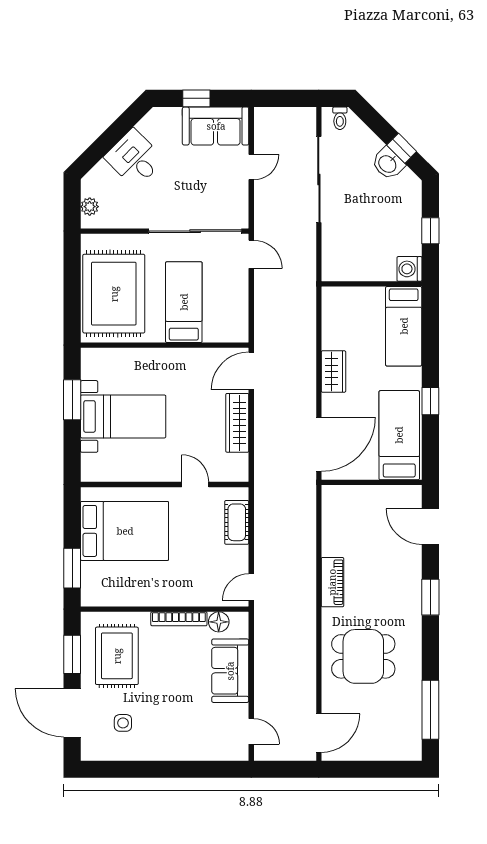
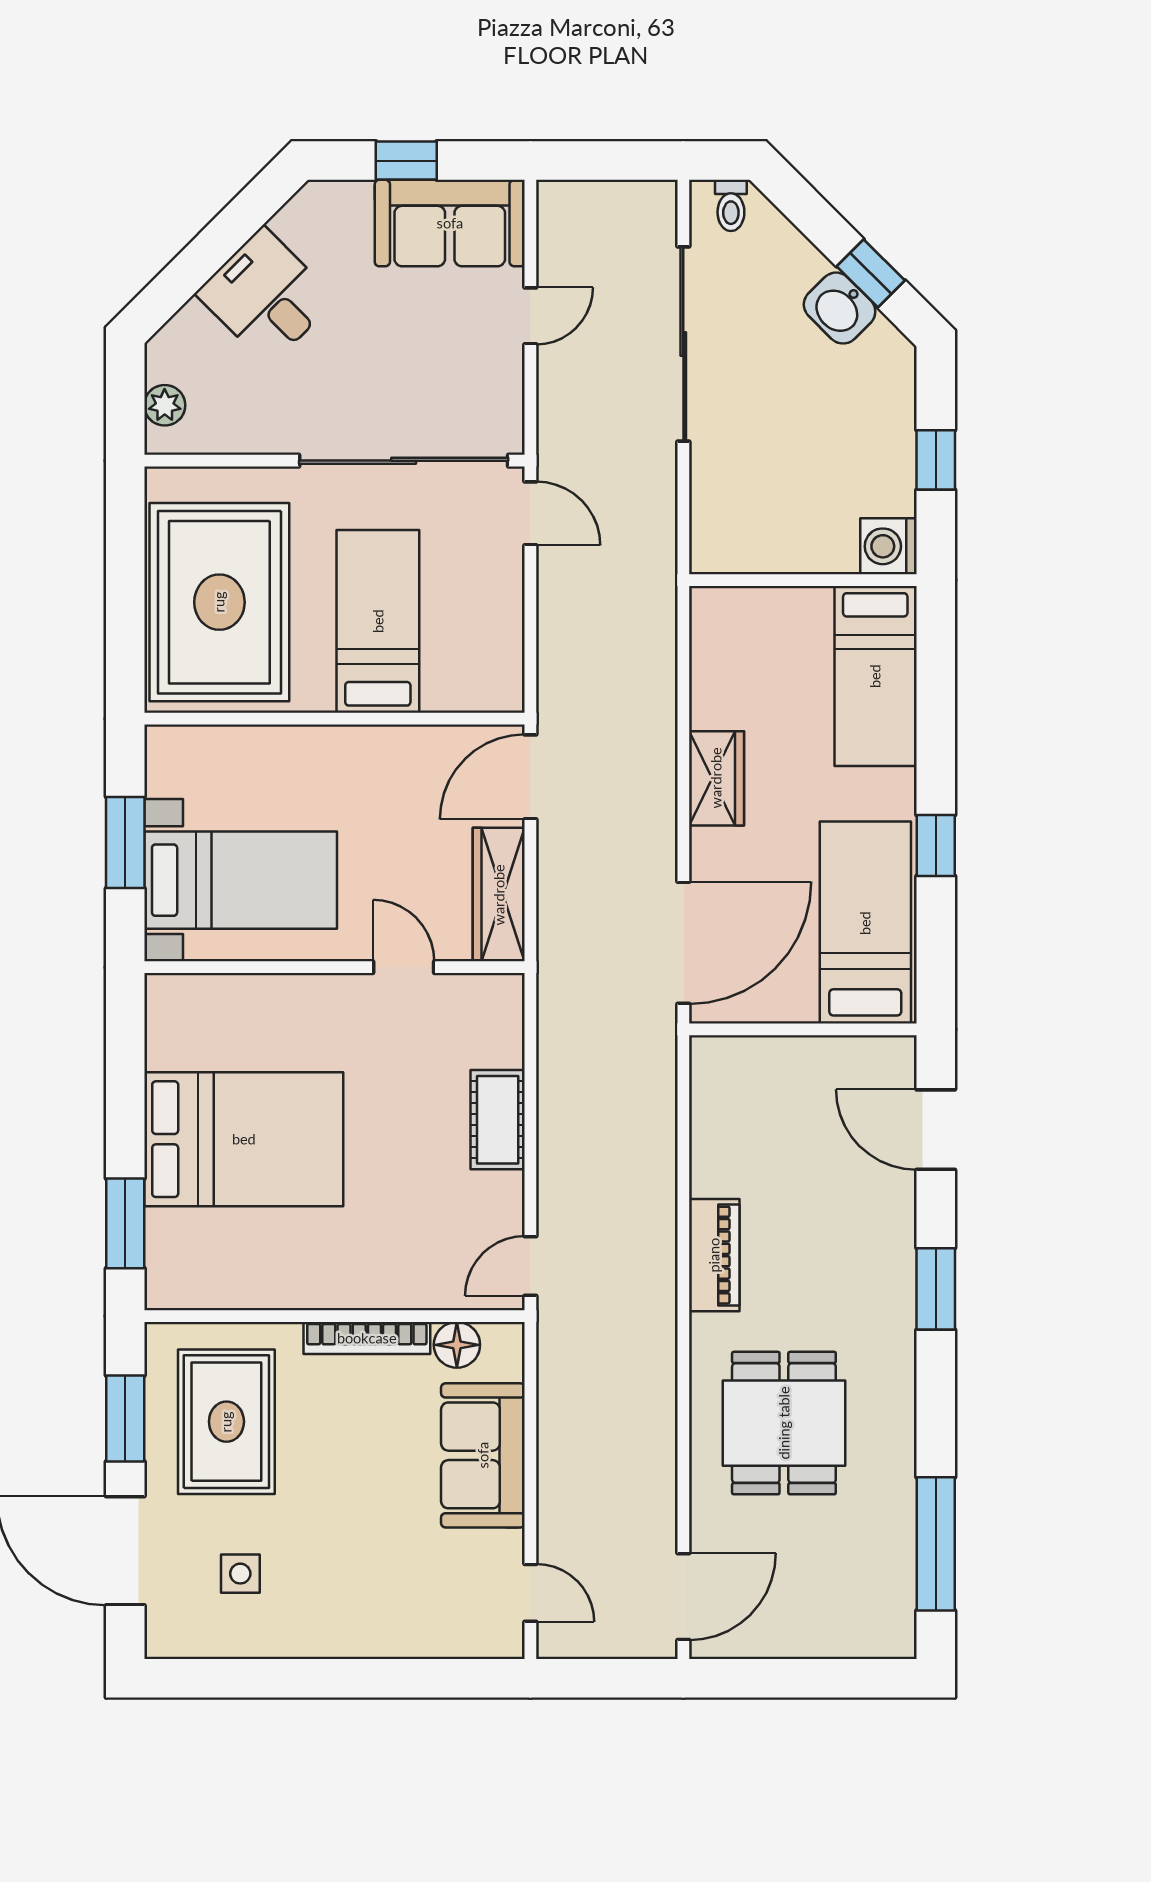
wall: (165, 485) -> (335, 967), moved
door: (195, 485) -> (404, 967), moved
dining table: (363, 656) -> (784, 1423), turned 90

